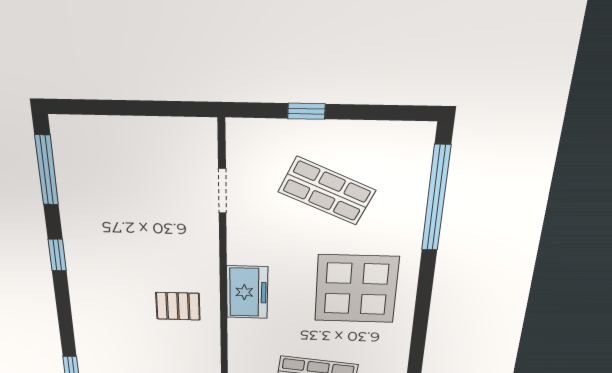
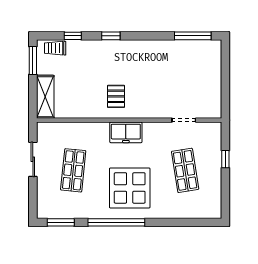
shop shelf: (327, 191) -> (185, 170), turned -33
window: (436, 199) -> (116, 222), moved
window: (57, 255) -> (111, 36), moved

